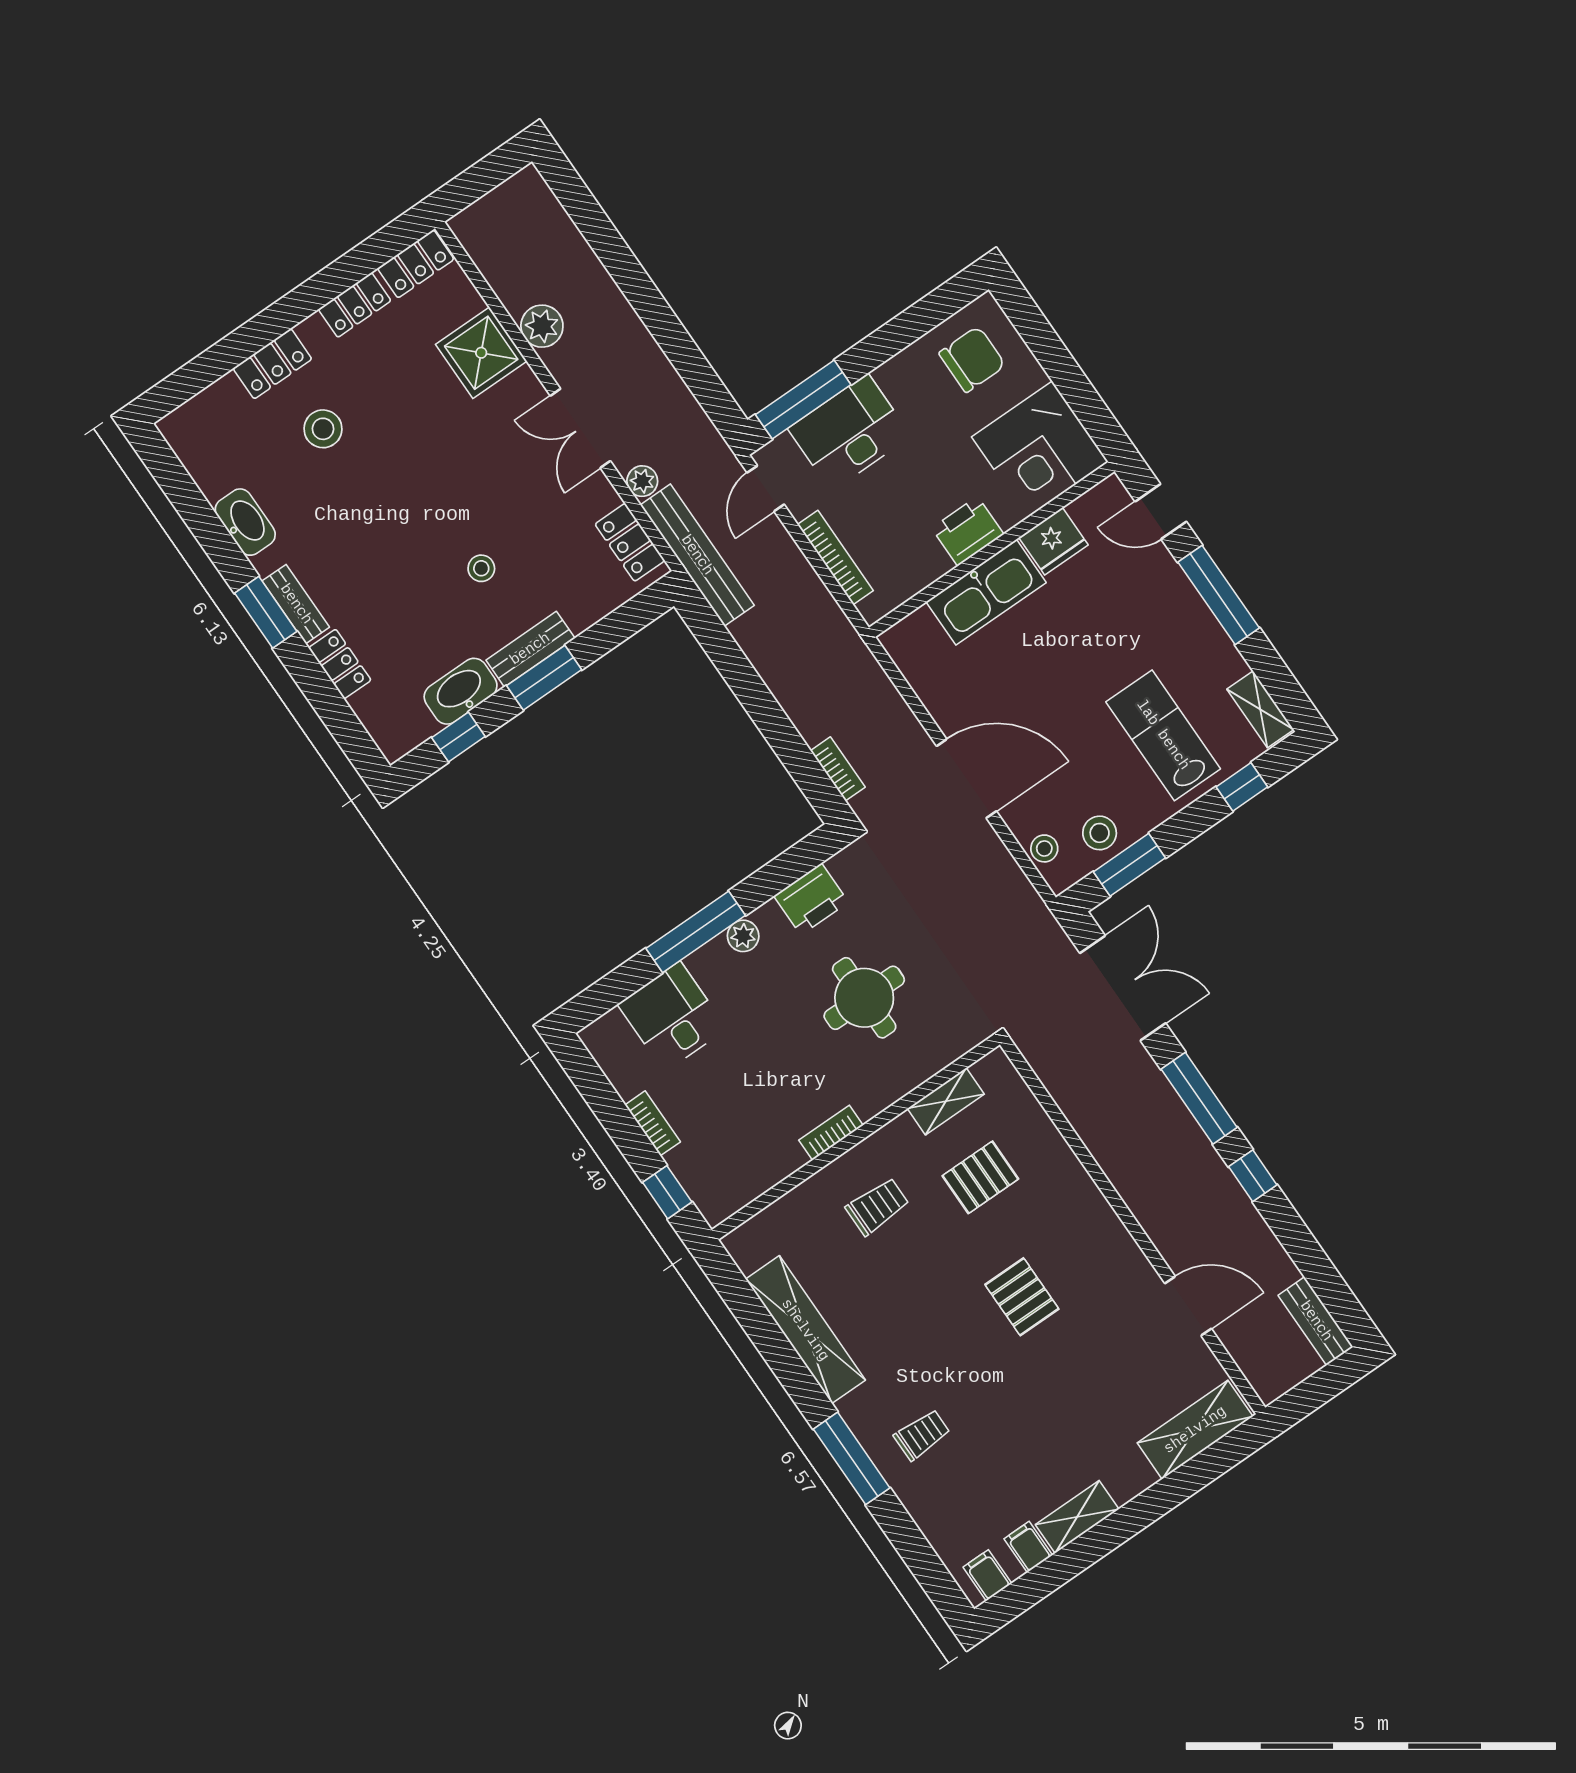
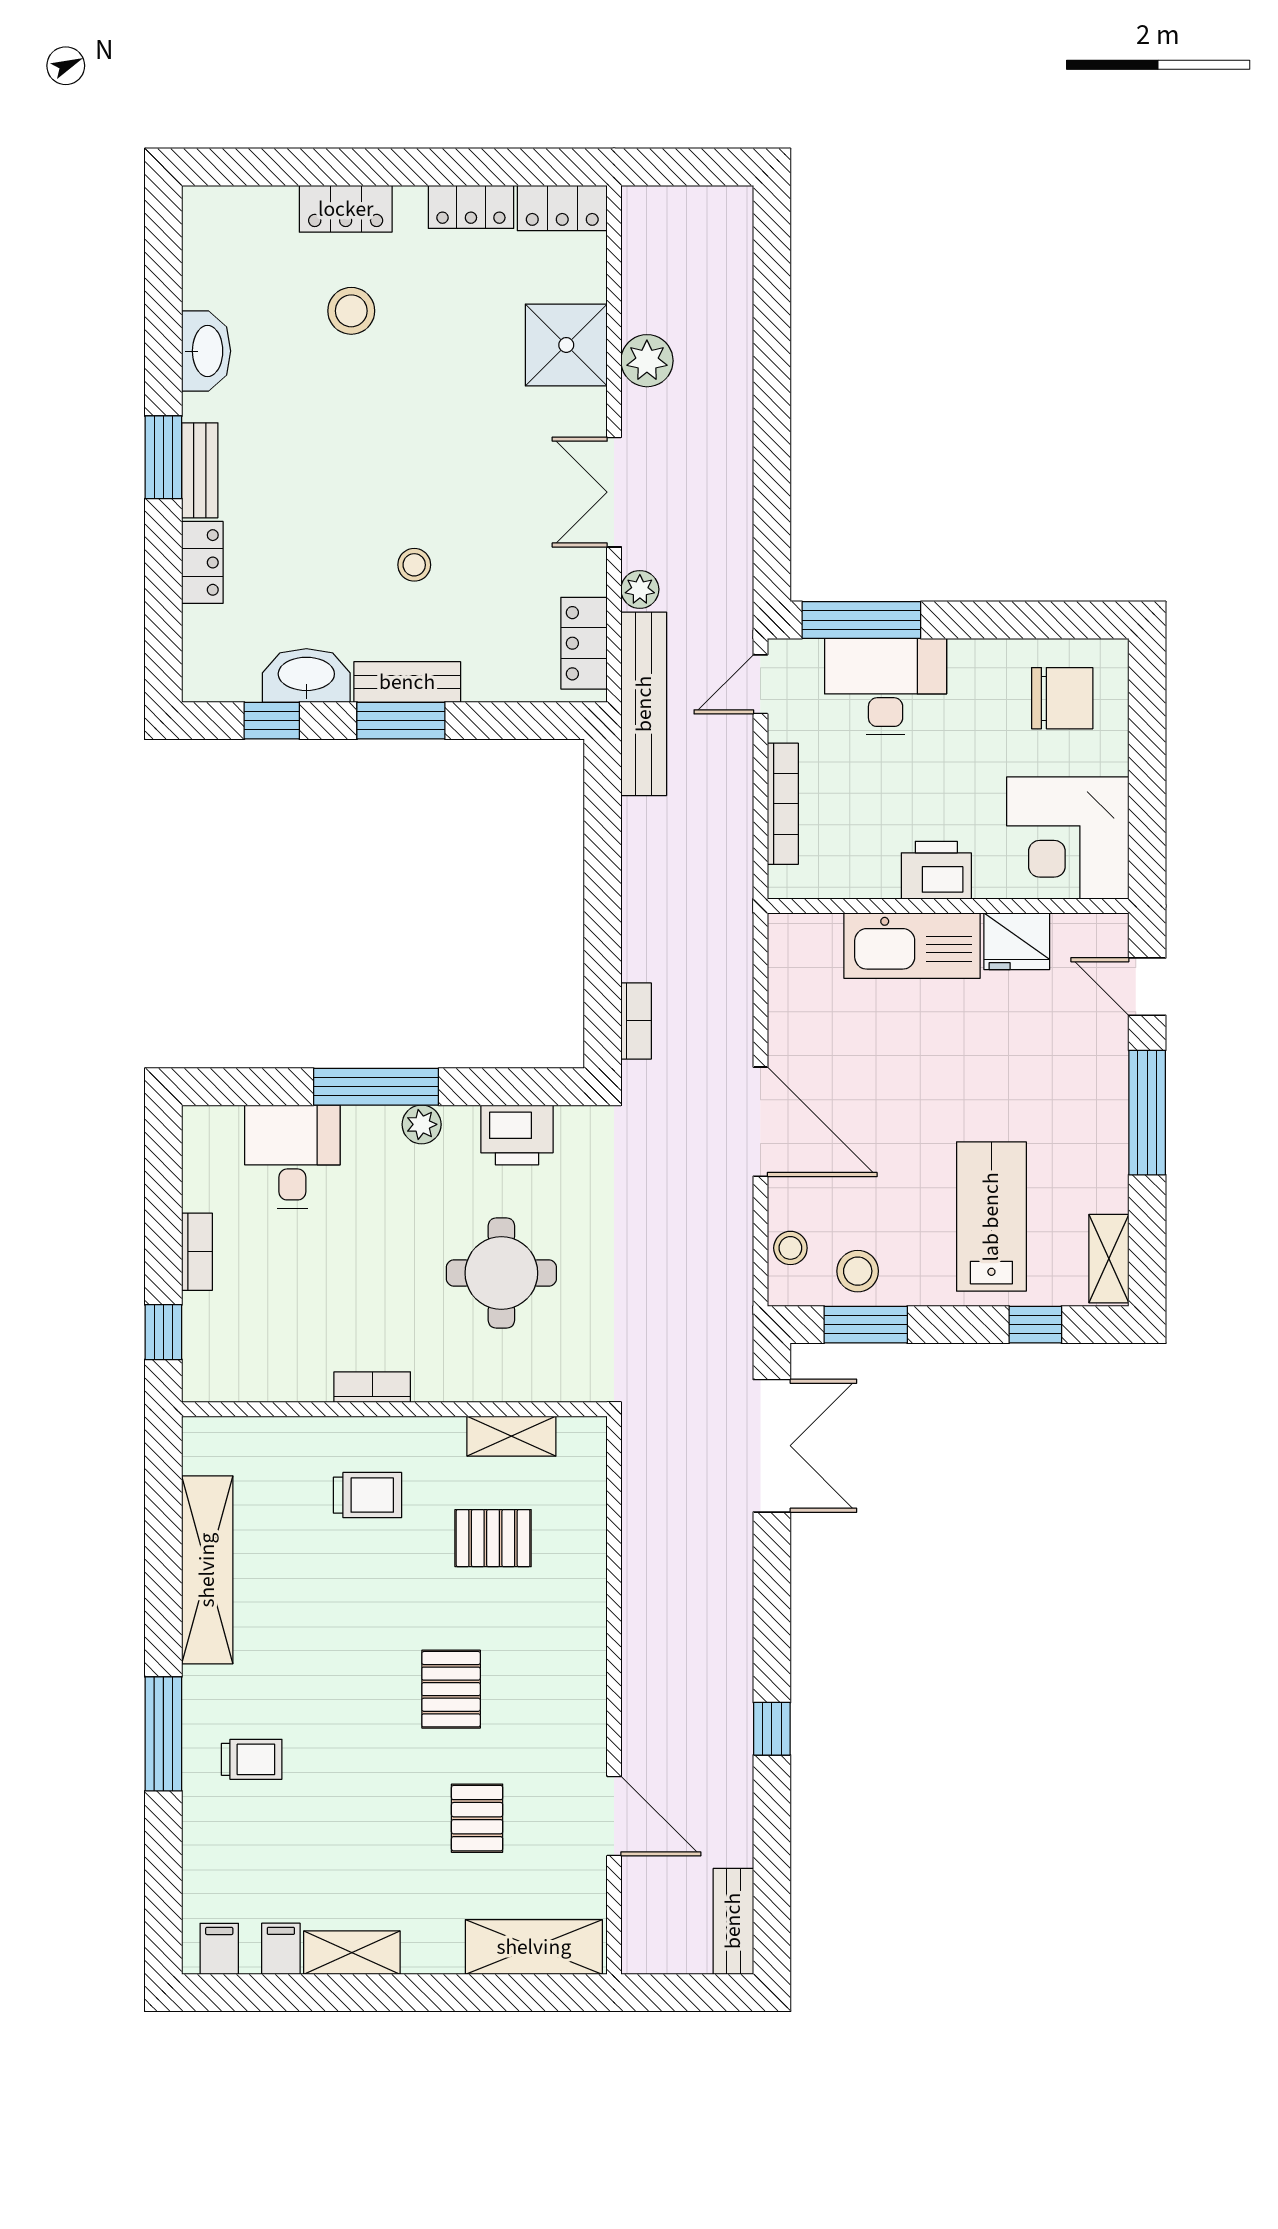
window: (1199, 1098) -> (772, 1612), removed
pallet: (1098, 1370) -> (477, 1818), added

